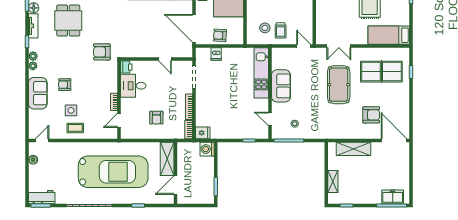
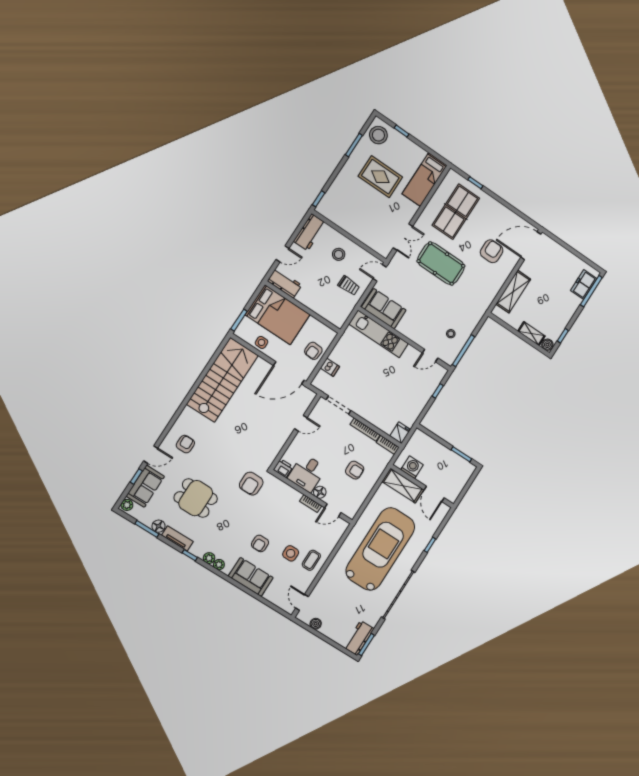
stool: (265, 28) -> (339, 254), moved
sofa: (281, 86) -> (384, 309), moved
floor lamp: (126, 103) -> (320, 492), added
door: (119, 120) -> (333, 510), hinge flipped
washing machine: (207, 149) -> (412, 467), moved, turned 180
boiler: (333, 198) -> (547, 345), added

